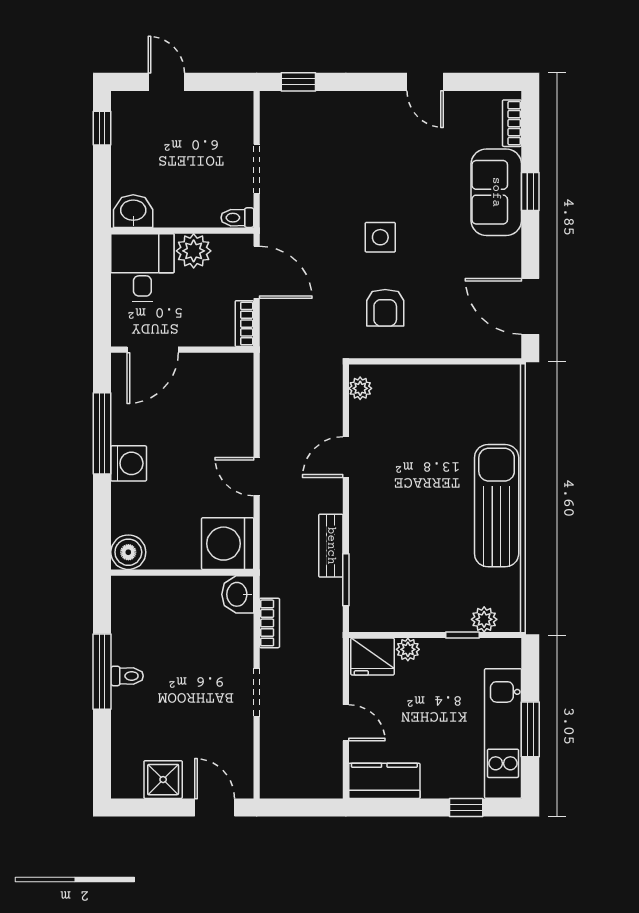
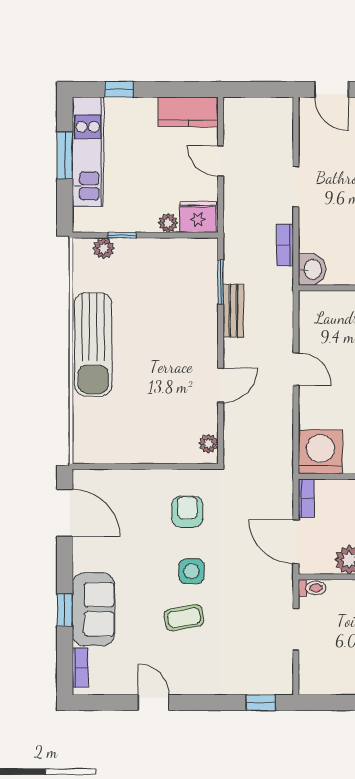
coffee table: (389, 182) -> (184, 618), added
washing machine: (228, 544) -> (320, 452), moved, turned -90

